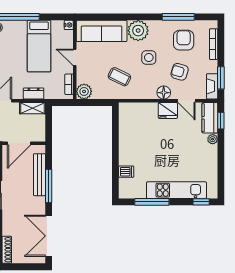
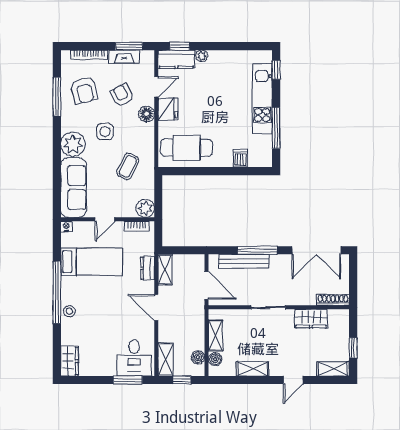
armchair: (184, 40) -> (84, 90), turned -104
armchair: (180, 72) -> (122, 95), turned 134
fireplace: (212, 86) -> (124, 57), moved
cafe table: (135, 126) -> (186, 148), added

